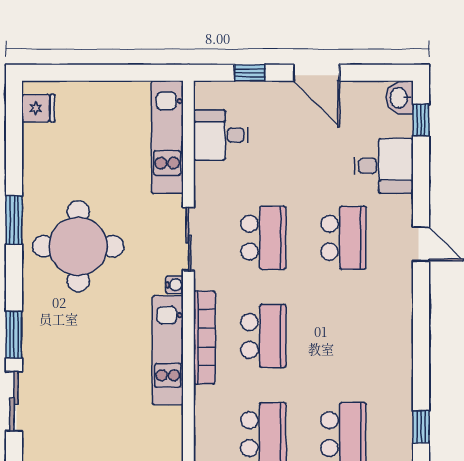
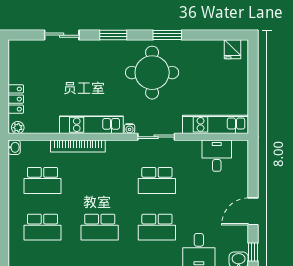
window: (250, 73) -> (253, 252), moved
window: (14, 335) -> (113, 35), moved
school desk: (263, 336) -> (100, 227), moved
bookcase: (204, 338) -> (78, 146), moved

